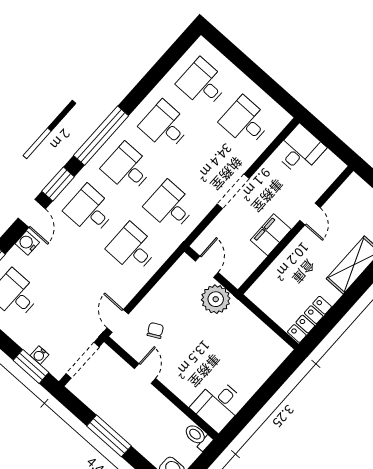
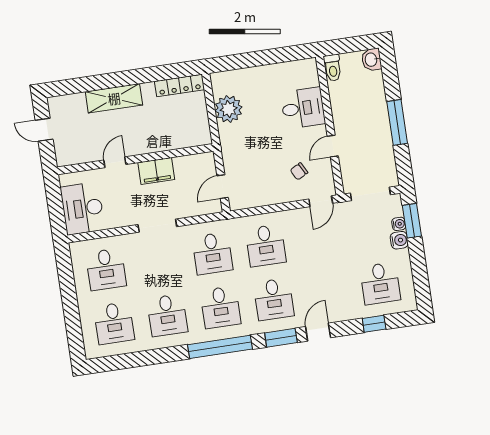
desk: (300, 150) -> (83, 208), width x1.37
water cooler: (27, 243) -> (399, 240), moved, turned -90
plant: (216, 299) -> (229, 109), moved
desk: (218, 405) -> (303, 108), moved

